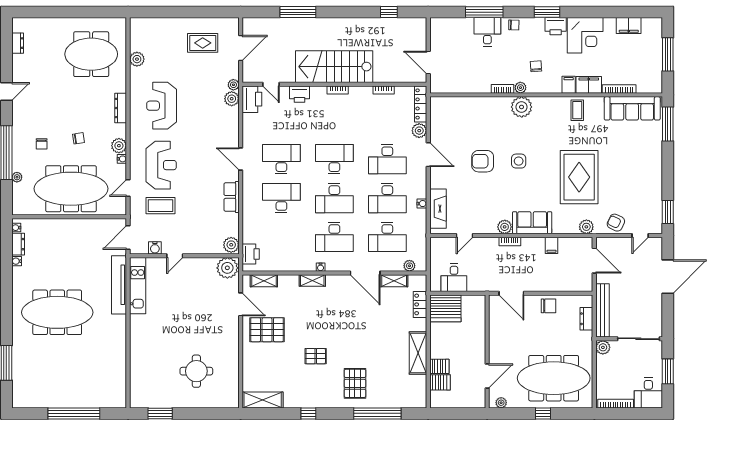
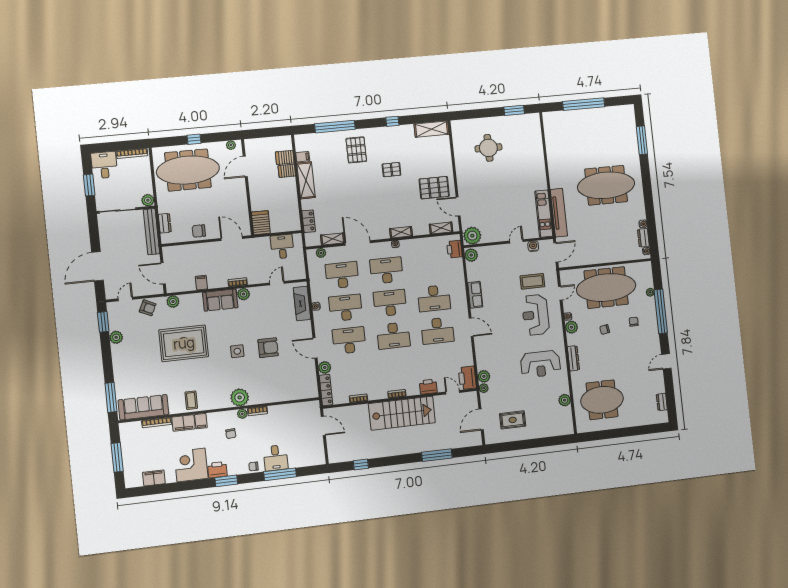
reception desk: (162, 106) -> (540, 364), turned 90
rug: (579, 177) -> (184, 343), turned 90
plant: (655, 192) -> (116, 337), added
server rack: (445, 308) -> (261, 223), moved, width x0.62
filing cabinet: (419, 381) -> (303, 157), added

